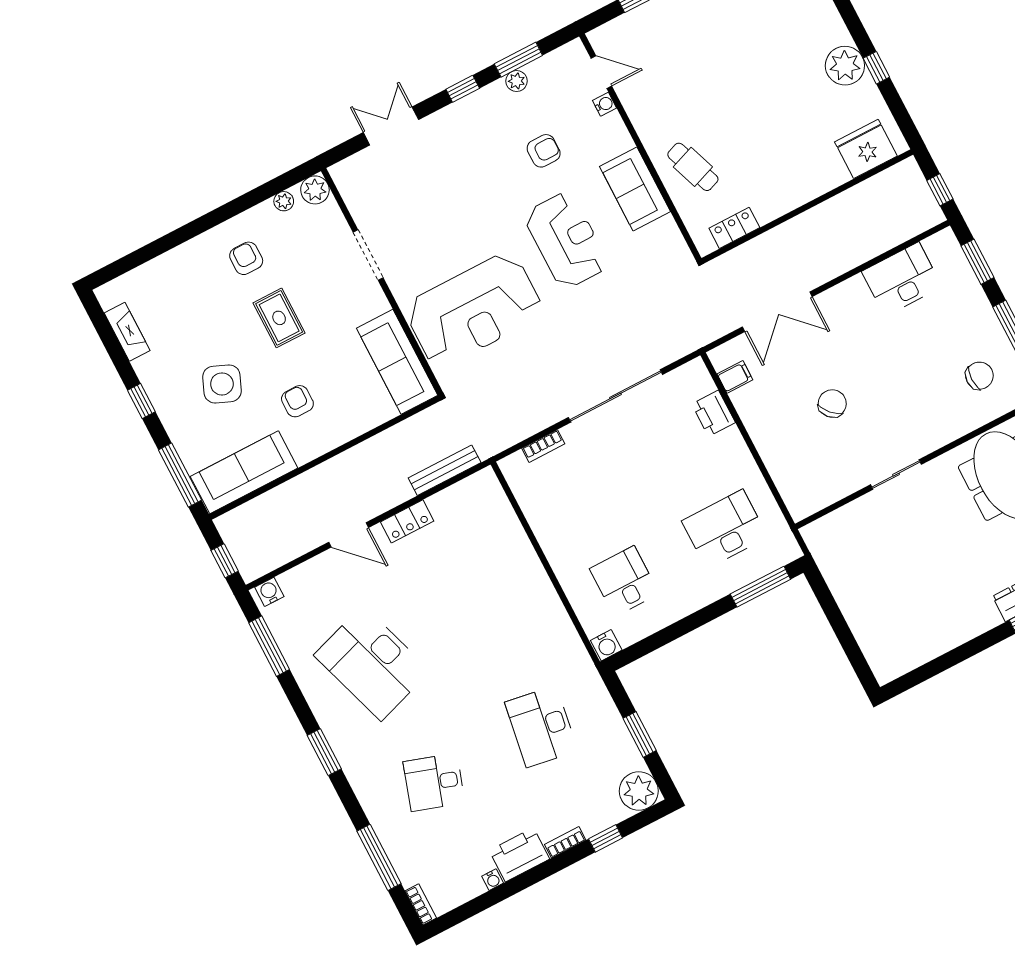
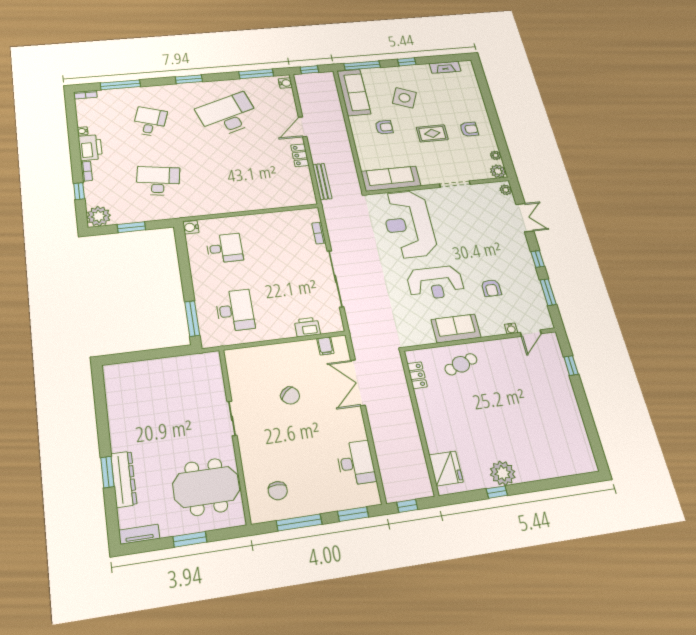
plant: (516, 81) -> (506, 190), moved

